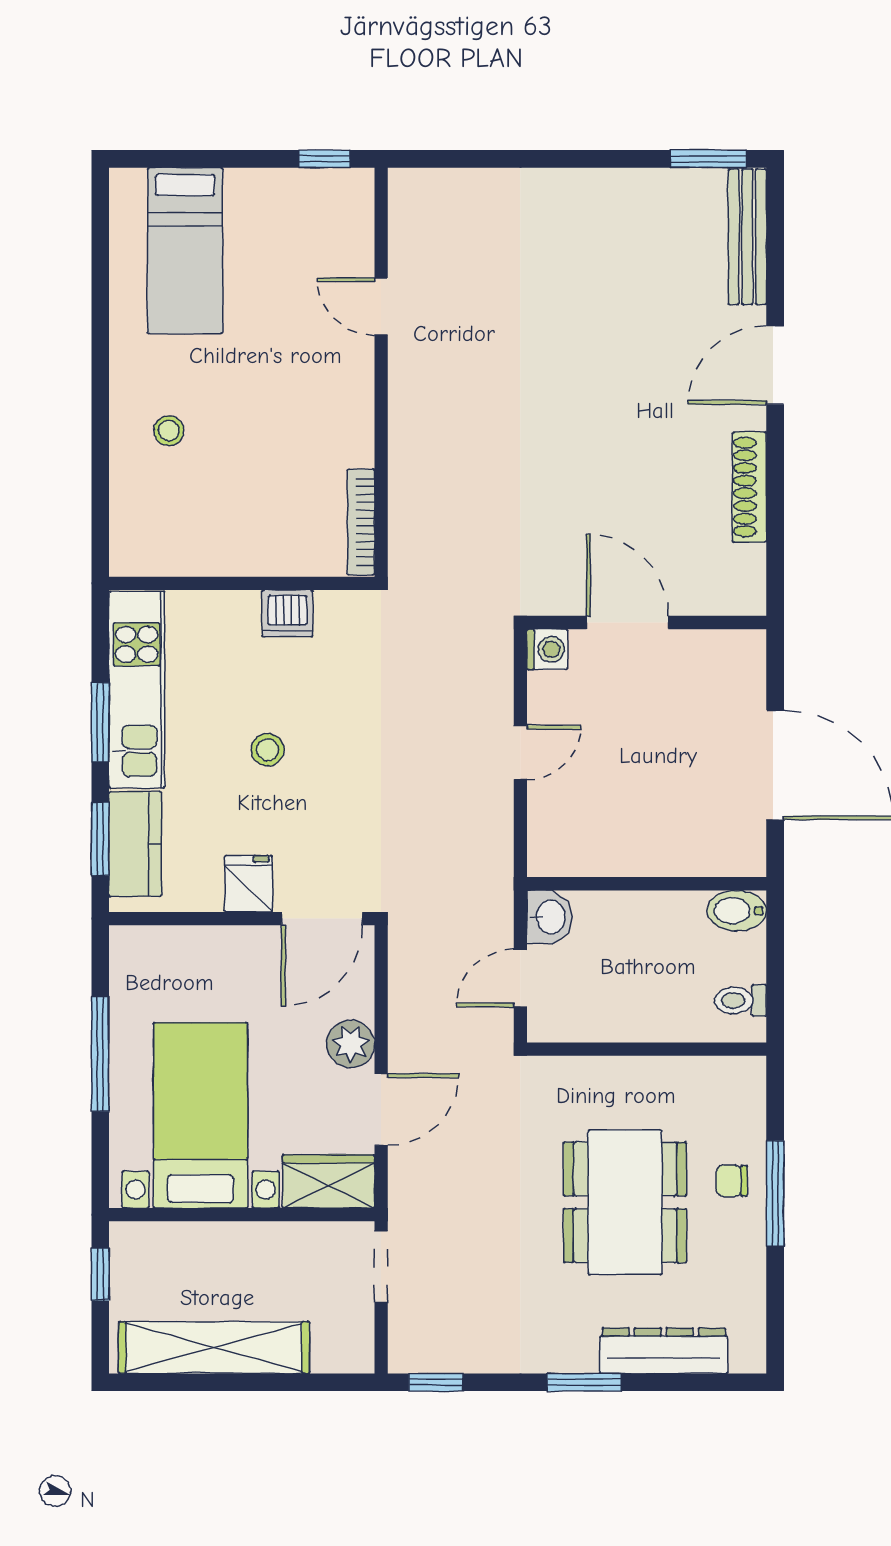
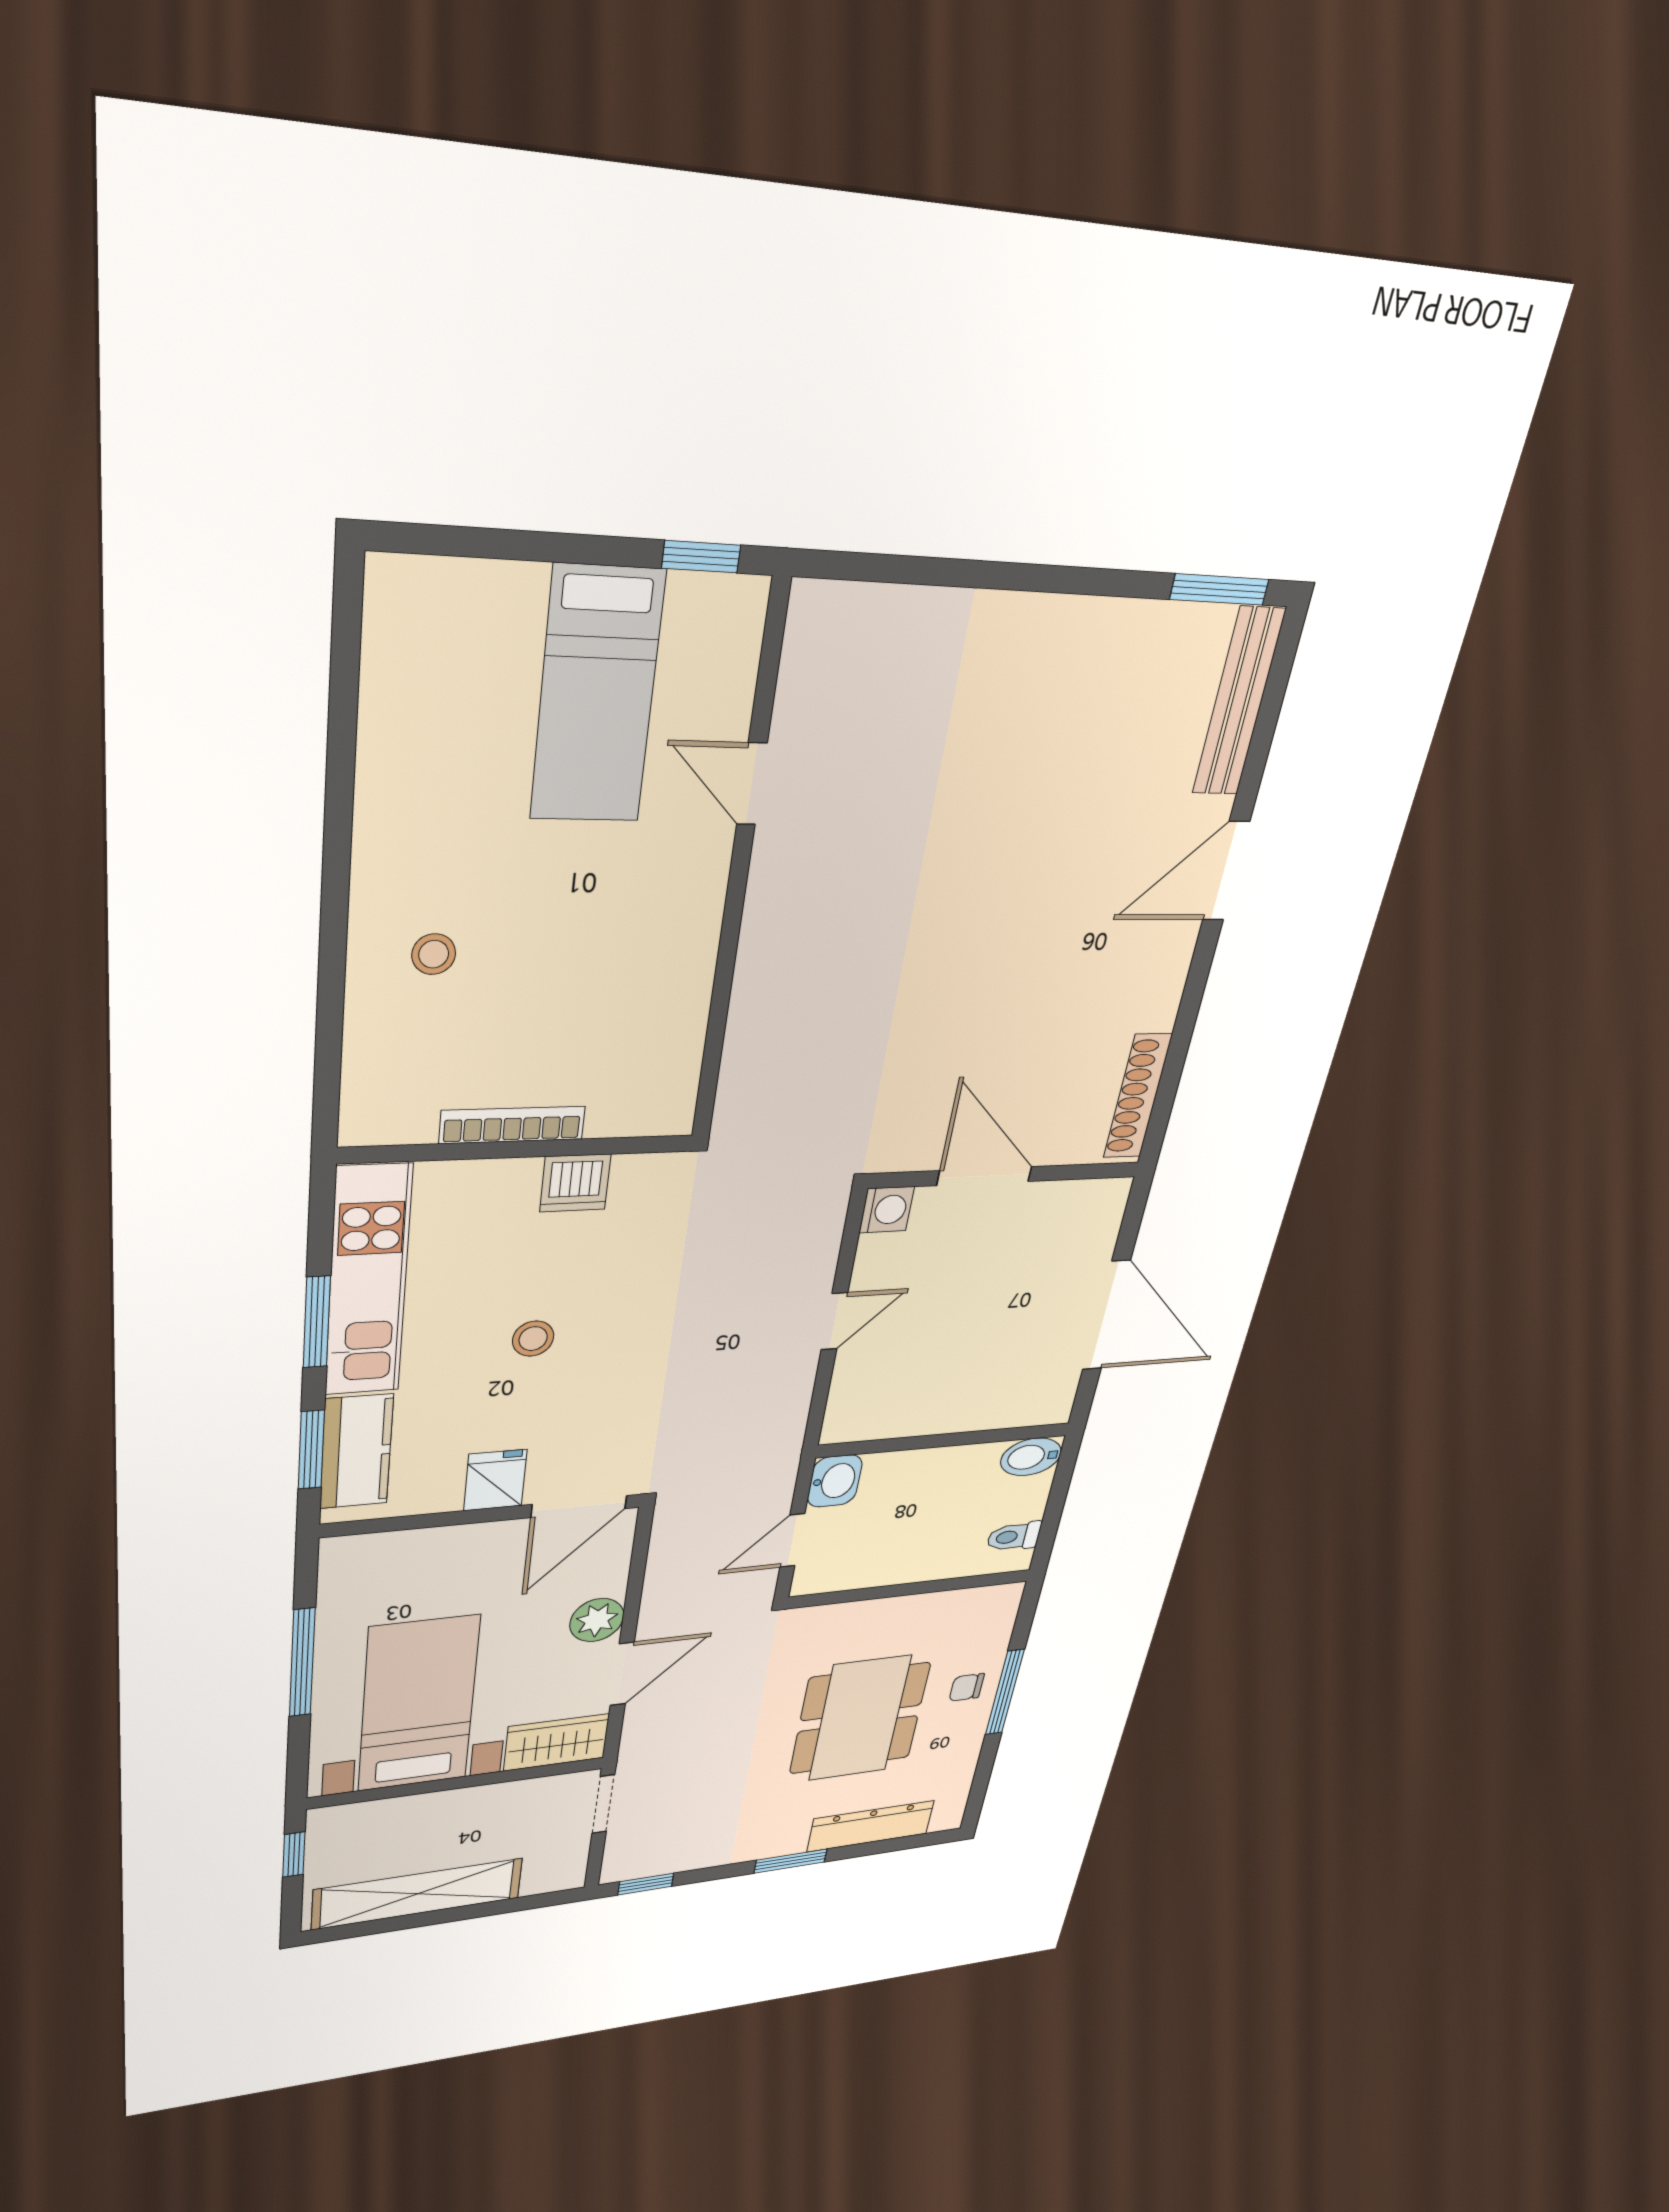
bed: (185, 251) -> (597, 696), moved
shoe rack: (749, 487) -> (1138, 1096), moved
bookcase: (361, 522) -> (512, 1125), moved, turned 90

